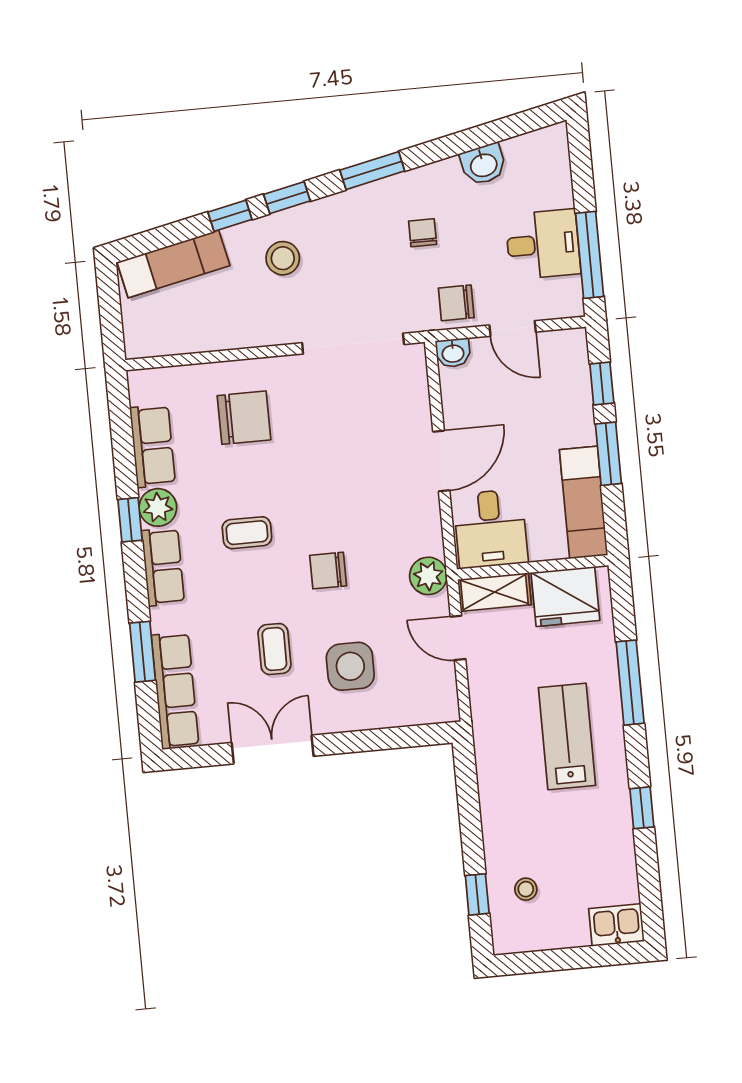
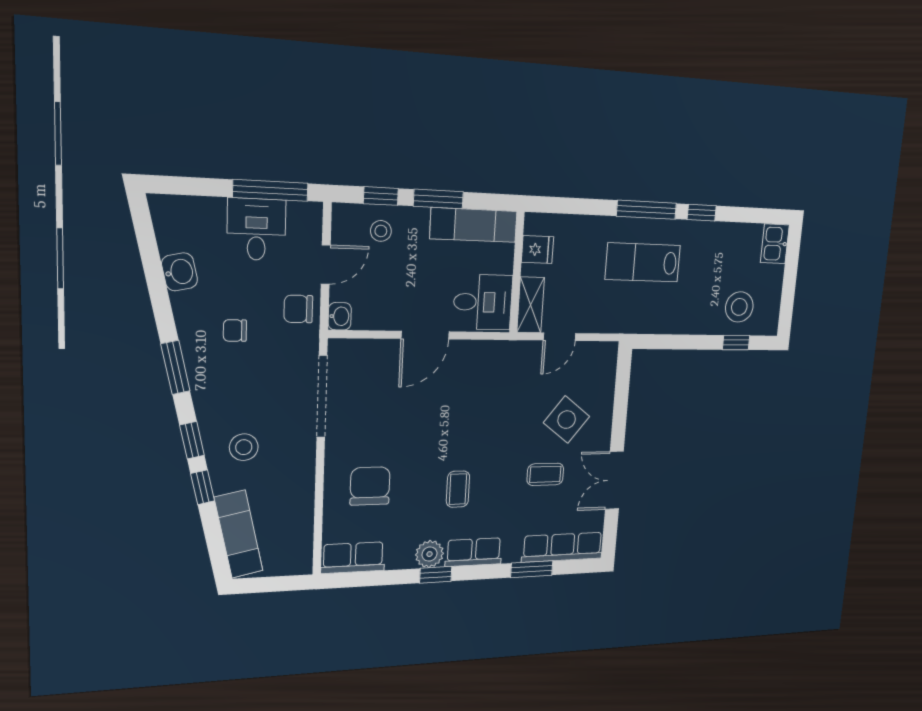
chair: (456, 303) -> (298, 309), turned 90
stool: (561, 389) -> (381, 231), added
row of seats: (153, 446) -> (353, 558), moved
door: (441, 461) -> (425, 335), swing flipped
chair: (328, 571) -> (495, 430), removed
plant: (428, 576) -> (511, 355), removed
fridge: (565, 597) -> (537, 249), width x0.53, depth x0.75
side table: (350, 666) -> (567, 420), turned 38
window: (630, 683) -> (646, 210), moved
stool: (526, 889) -> (739, 307), width x1.89, depth x1.89

